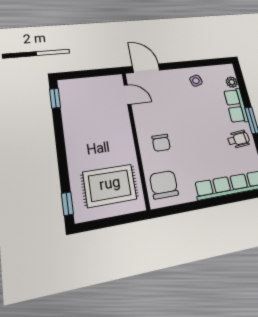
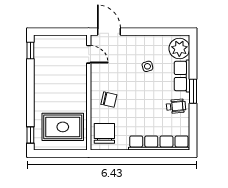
side table: (196, 81) -> (147, 66), moved
plant: (232, 82) -> (179, 48), width x1.88, depth x1.88
chair: (161, 143) -> (109, 100), turned -77

